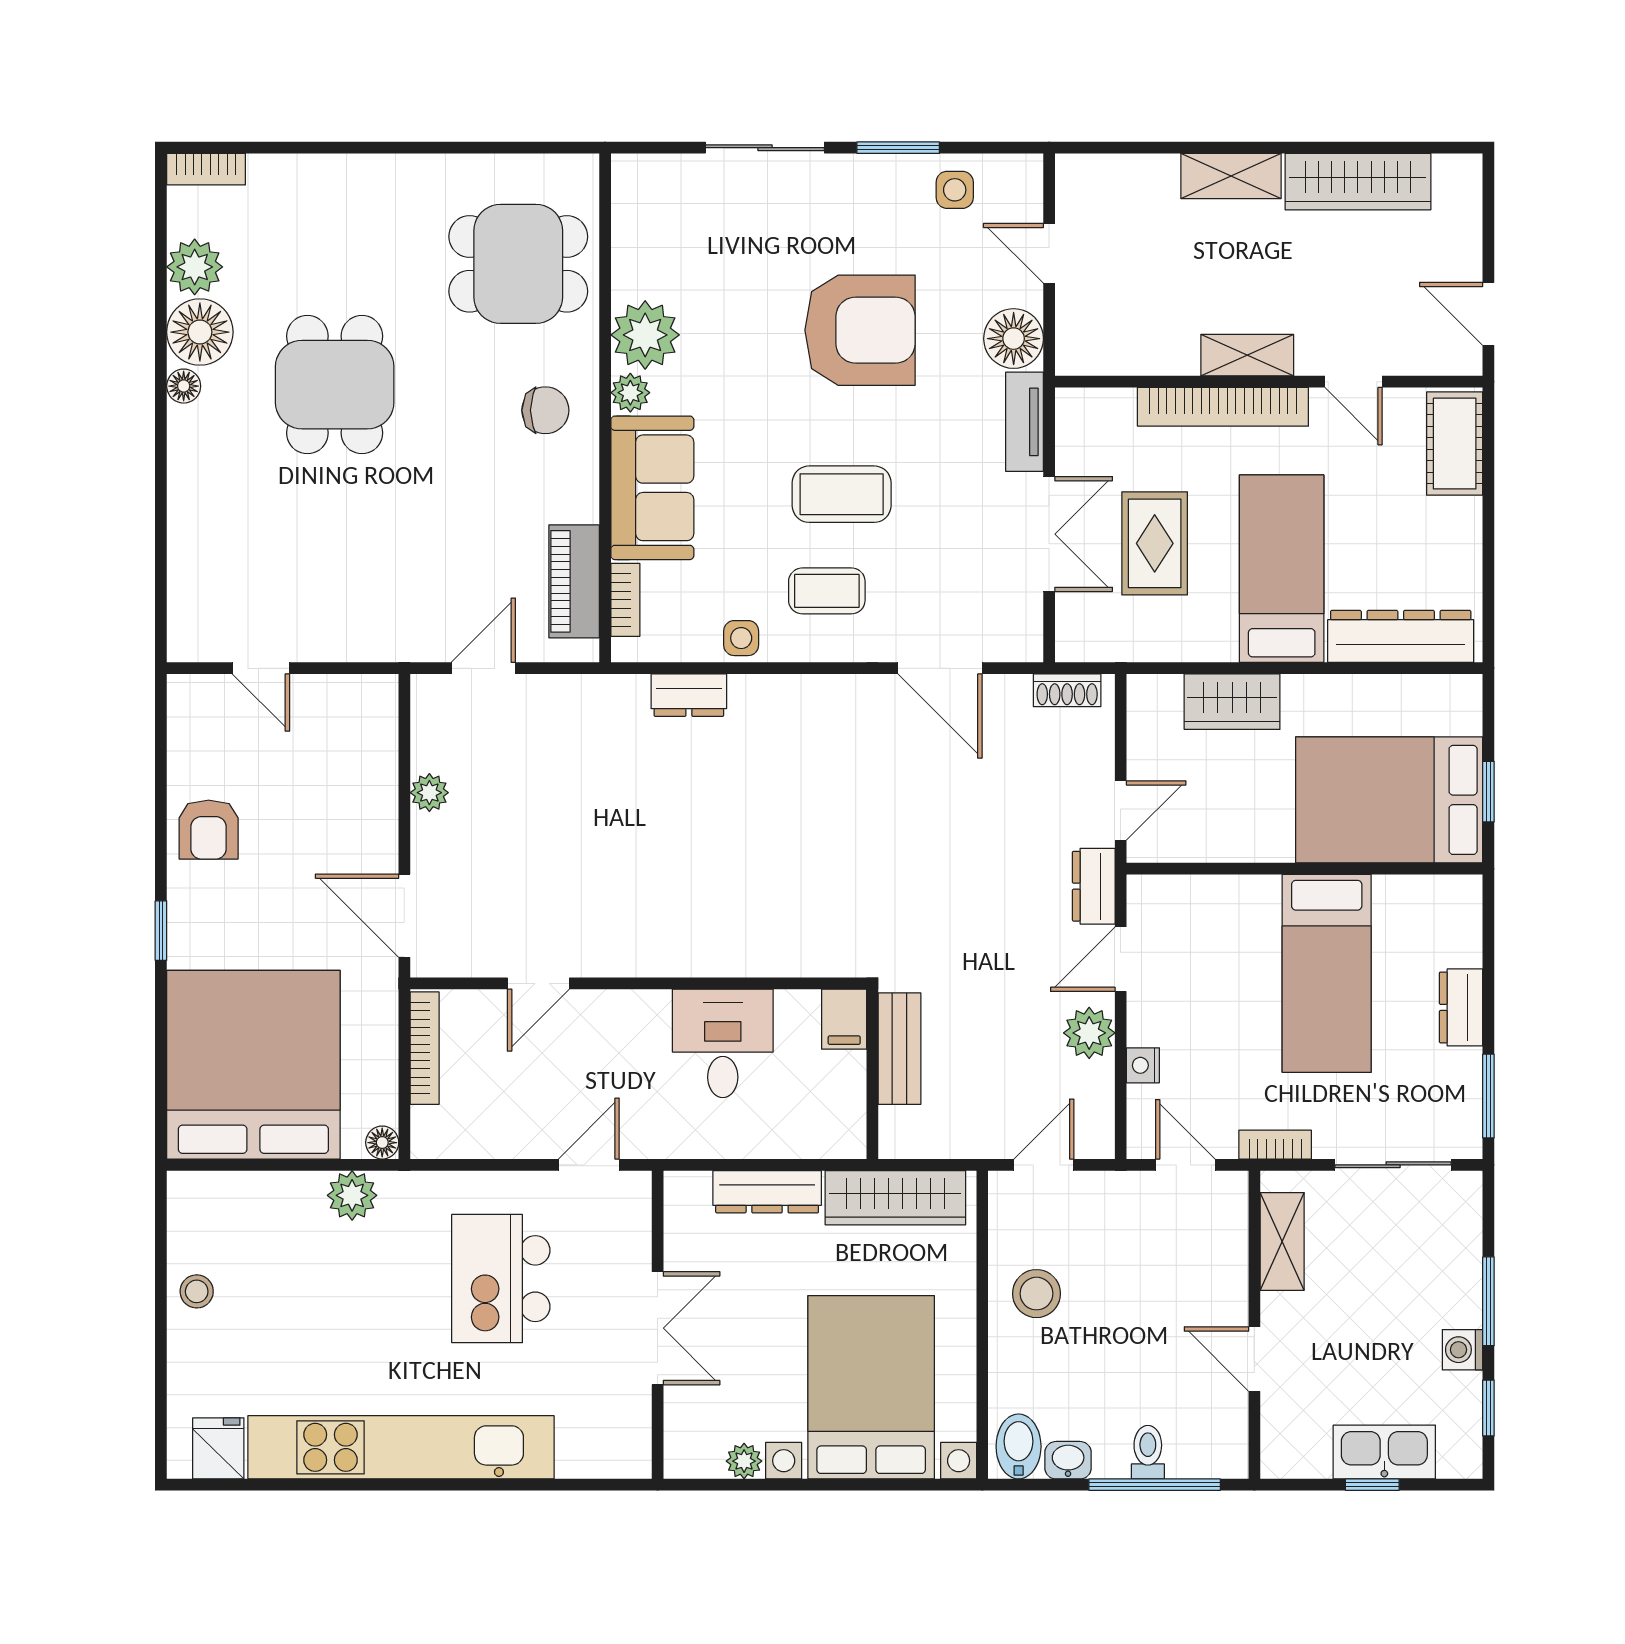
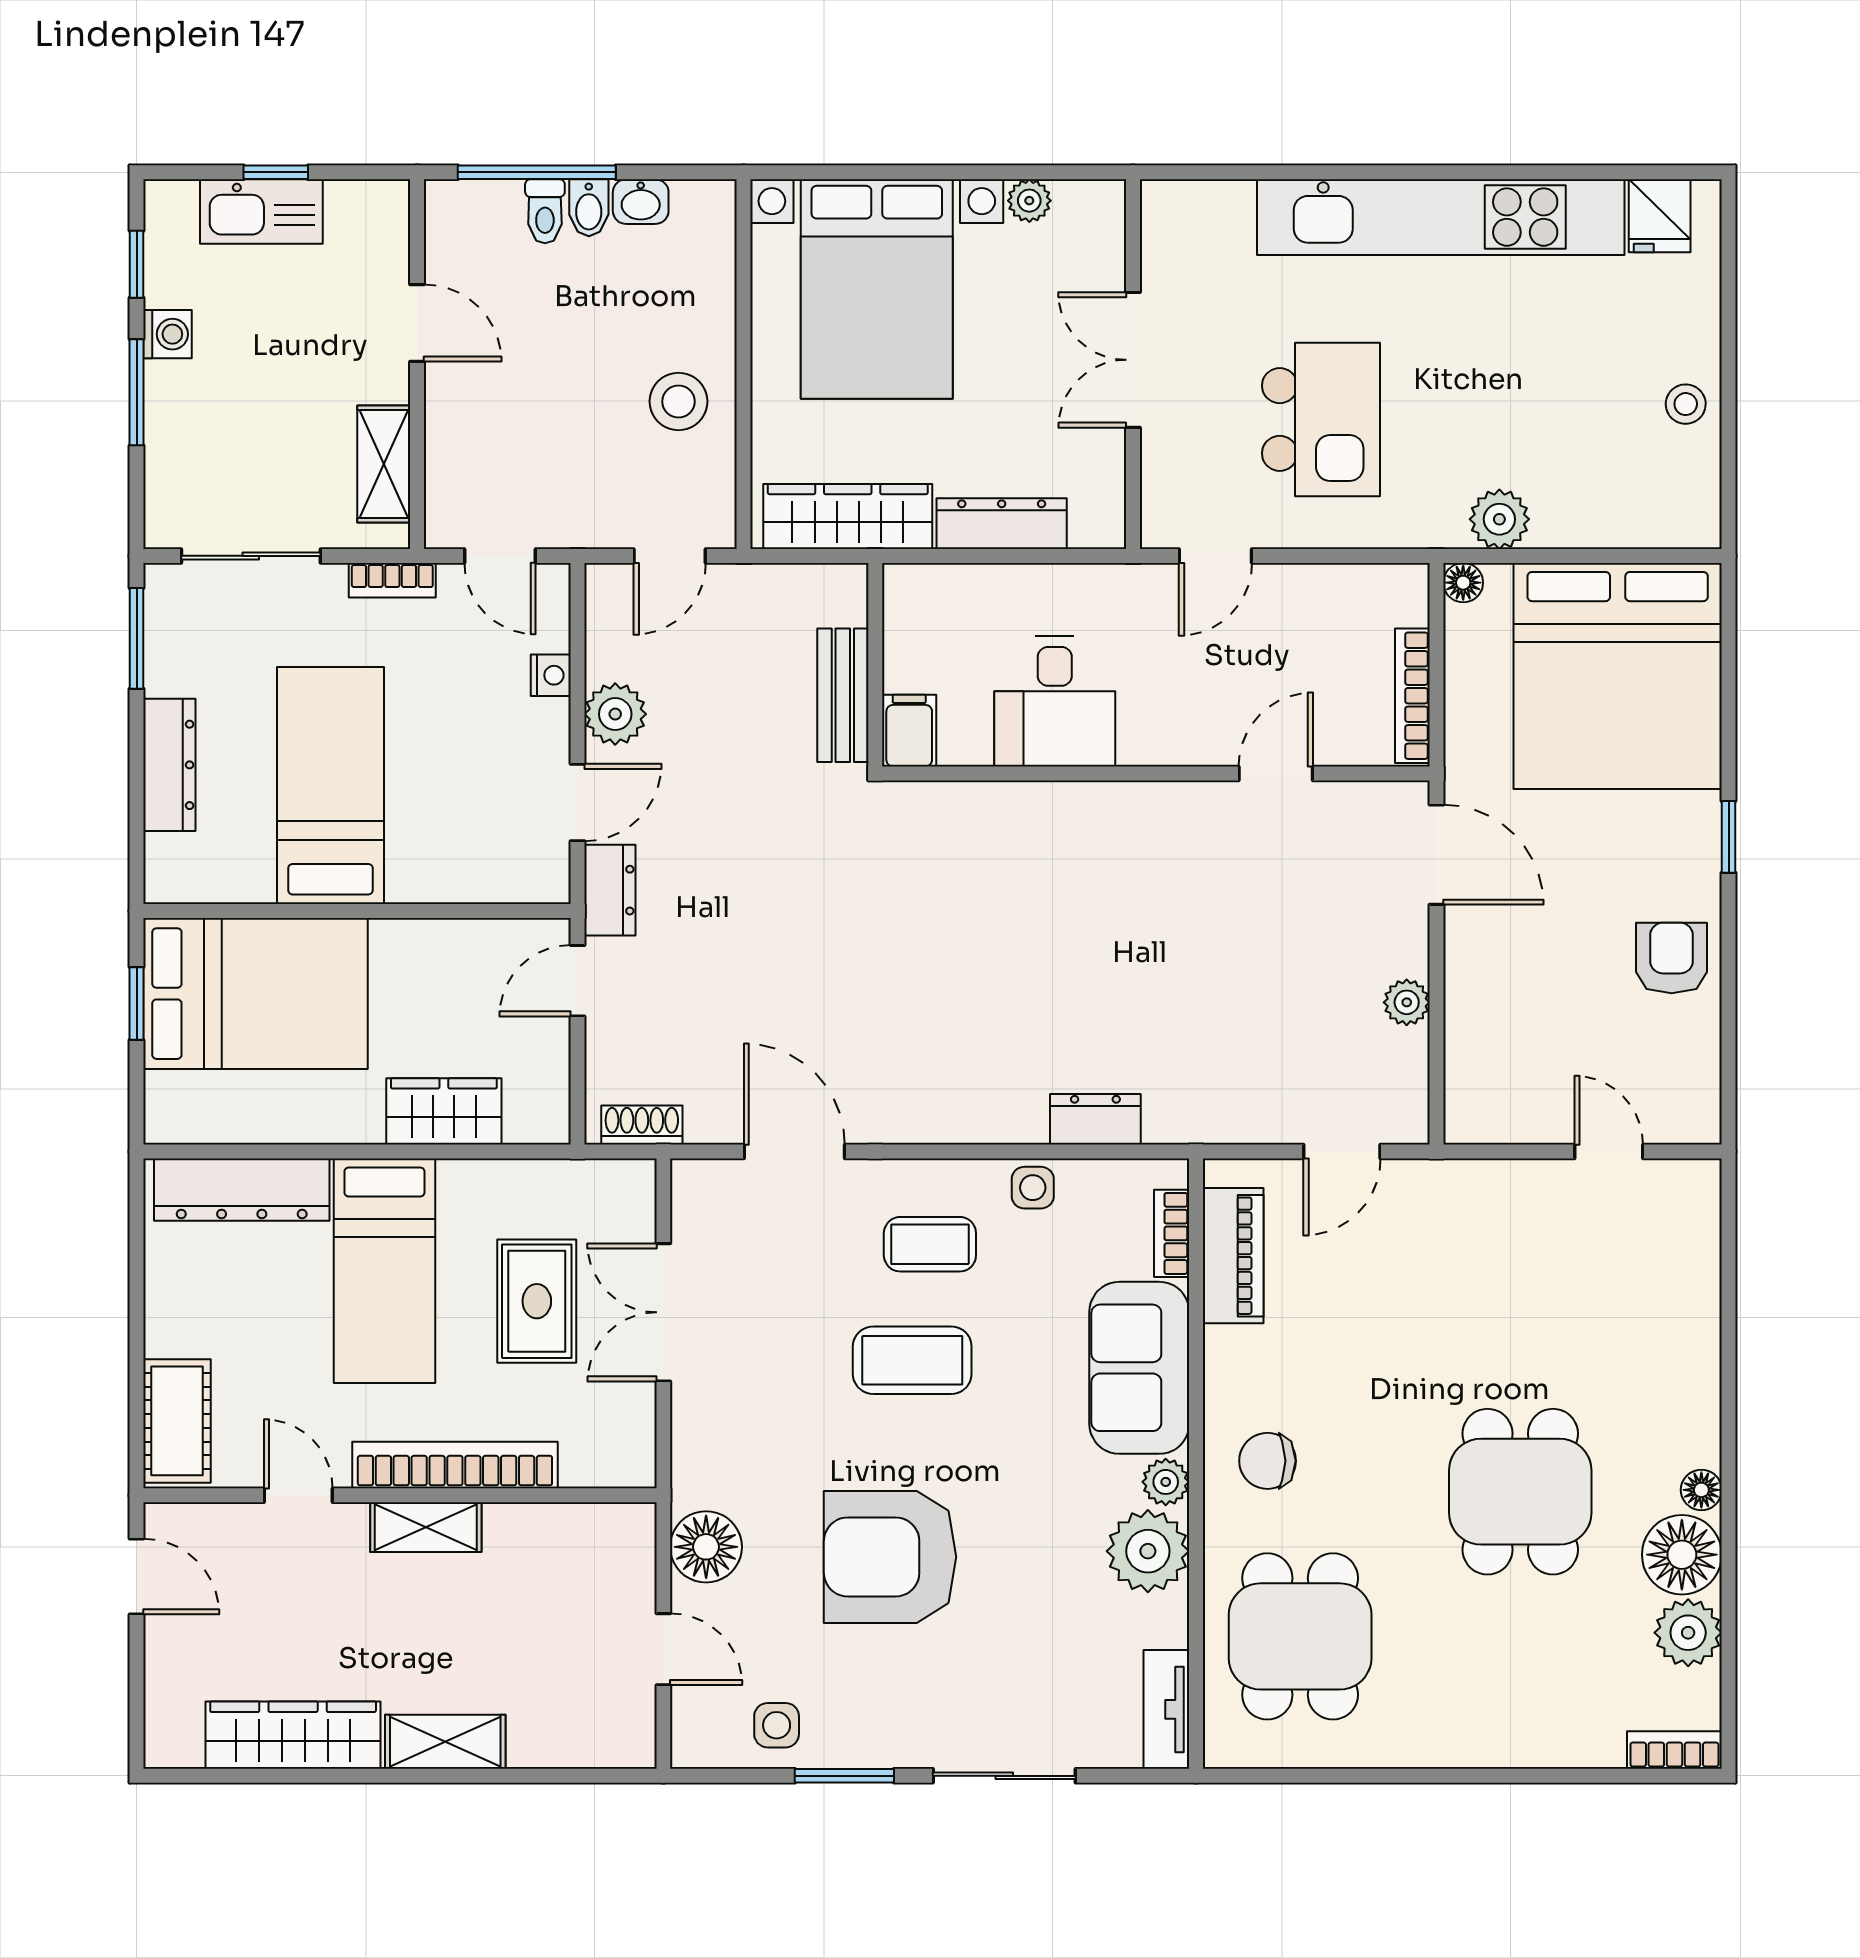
dining table: (518, 264) -> (1300, 1636), turned 90
tv unit: (1024, 422) -> (1166, 1709), moved, turned 180
dresser: (1461, 1007) -> (169, 765), width x1.44
bidet: (1019, 1446) -> (589, 208), moved, width x0.72, depth x0.74

